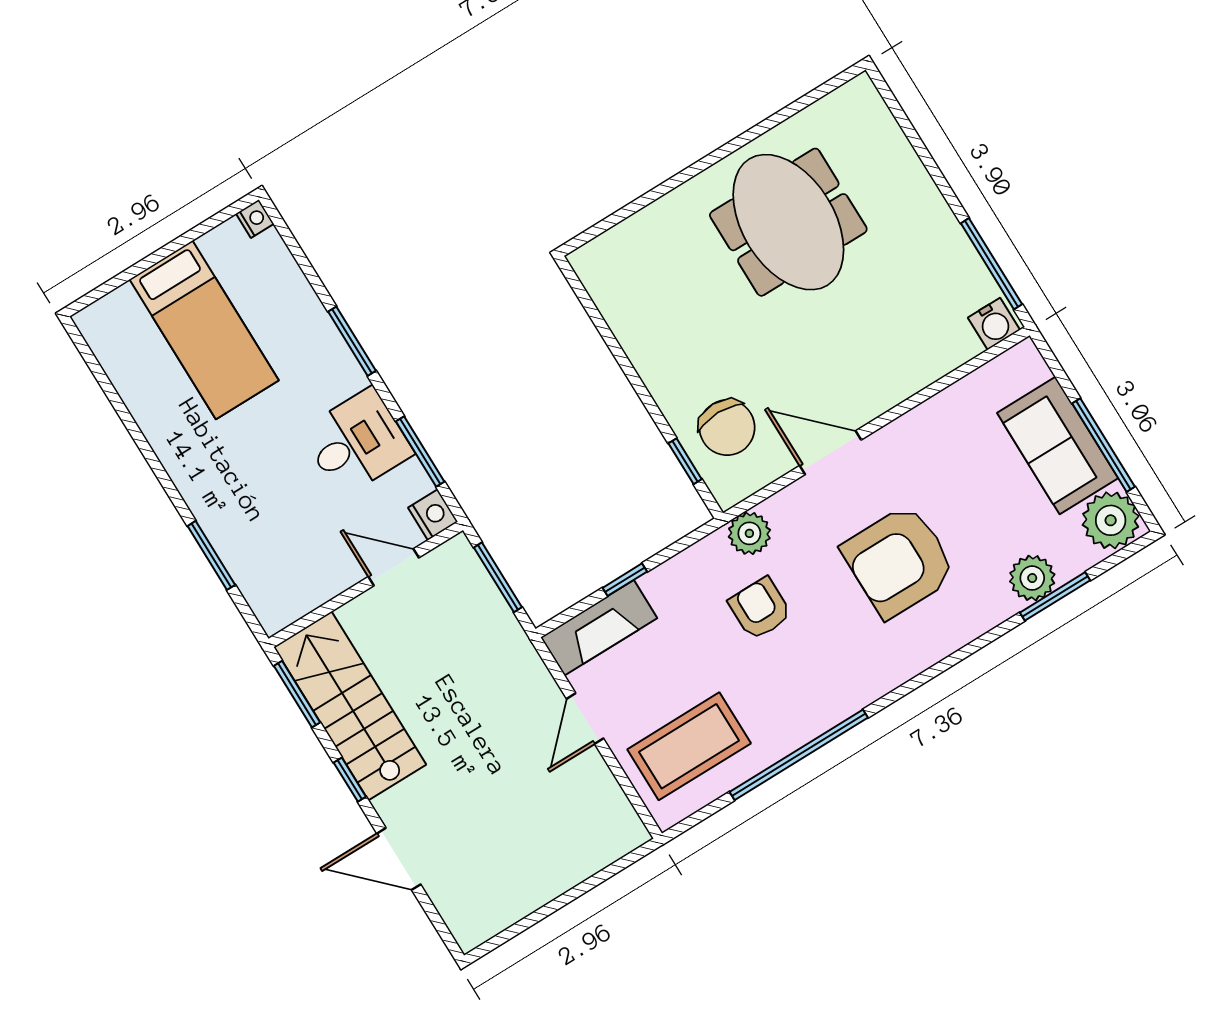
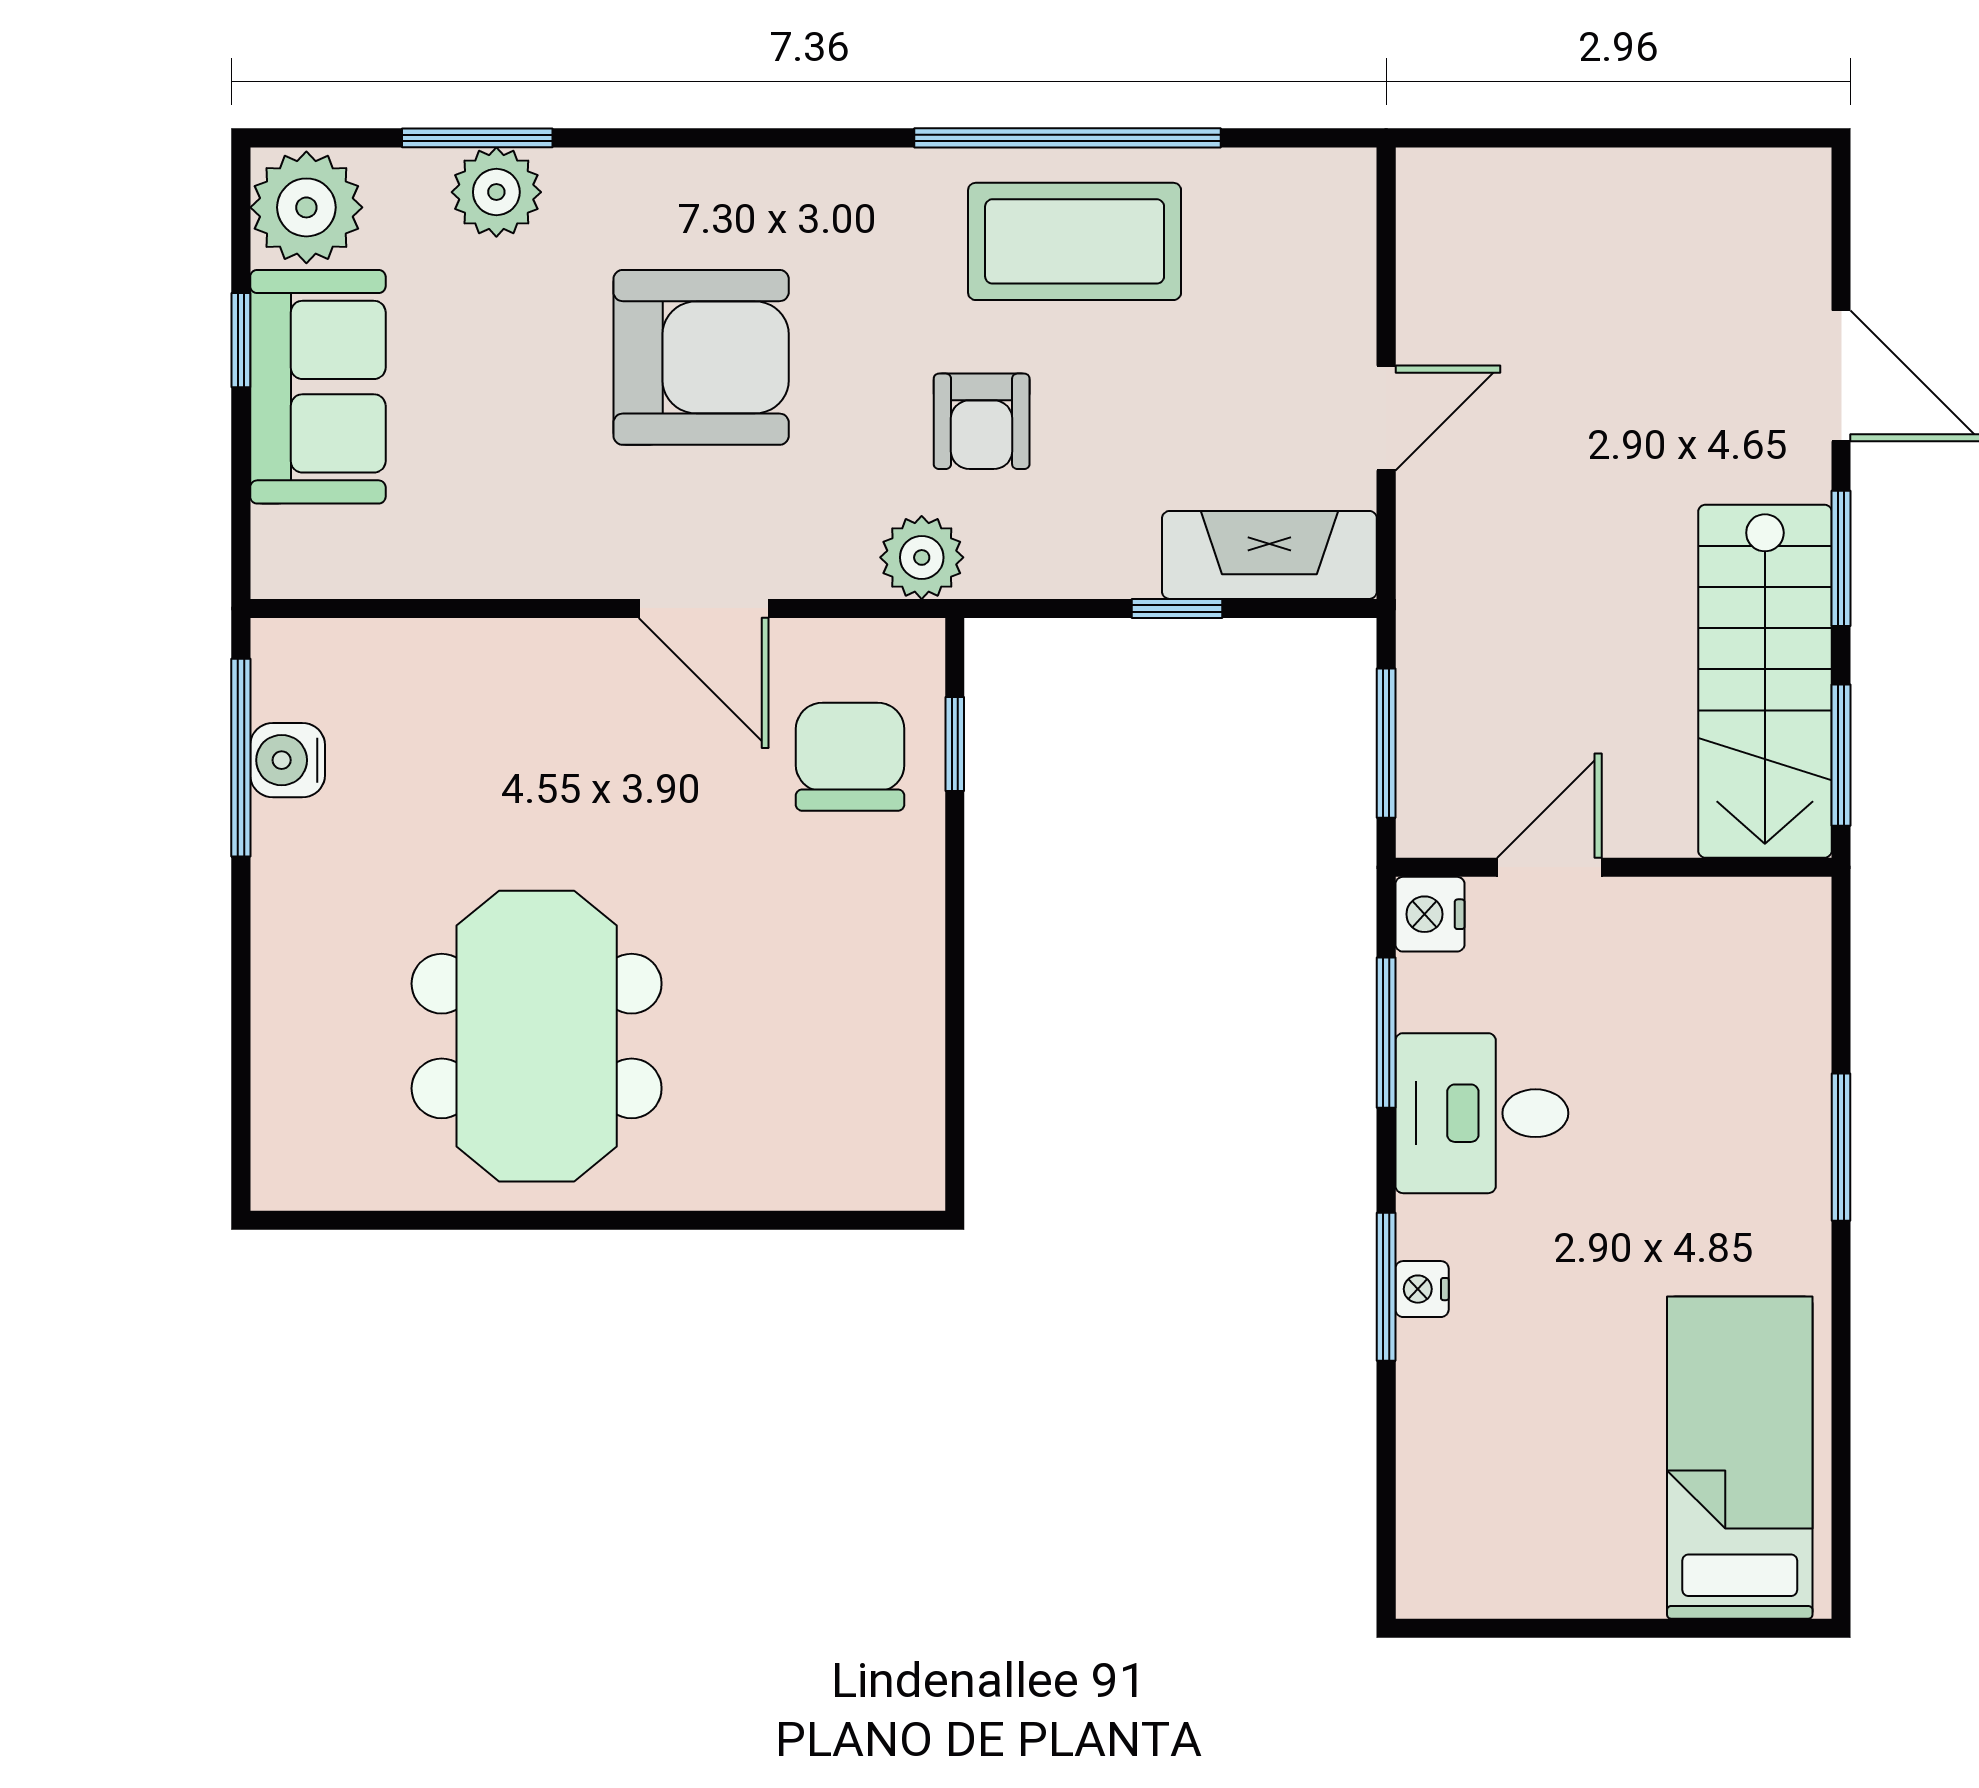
nightstand: (255, 219) -> (1422, 1289), moved
water cooler: (994, 324) -> (288, 760), moved, turned -90
bed: (204, 330) -> (1740, 1458), moved
window: (1103, 445) -> (241, 340), width x0.46
window: (211, 555) -> (1841, 1147), moved
door: (394, 567) -> (1549, 867), swing flipped
coffee table: (689, 746) -> (1075, 241), moved
window: (350, 780) -> (1841, 558), width x1.50

